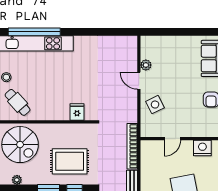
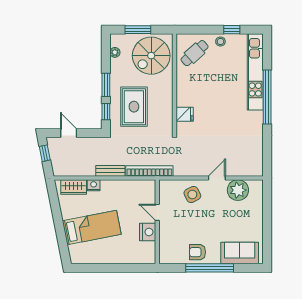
window: (34, 32) -> (267, 97), moved
plant: (146, 65) -> (238, 190), width x1.88, depth x1.88
nightstand: (202, 148) -> (148, 232), moved

